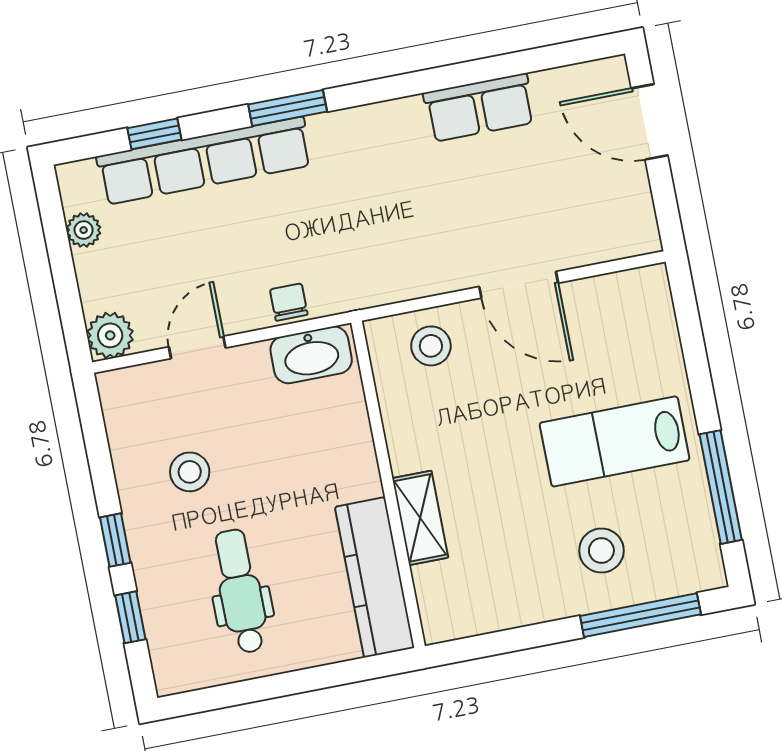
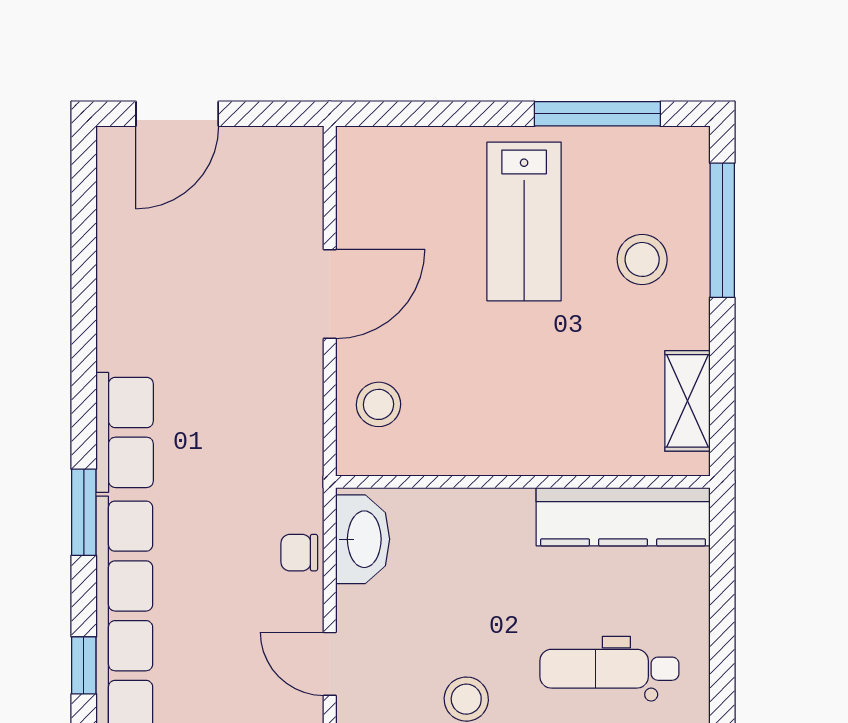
row of seats: (479, 108) -> (125, 432), moved
shelving: (420, 518) -> (687, 401), moved, turned 90

